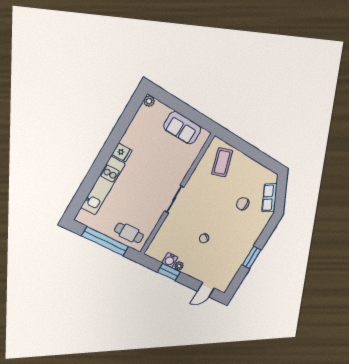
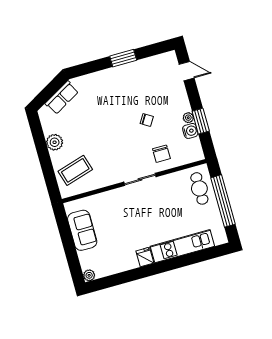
plant: (251, 166) -> (55, 142), added
chair: (243, 204) -> (161, 154), moved

